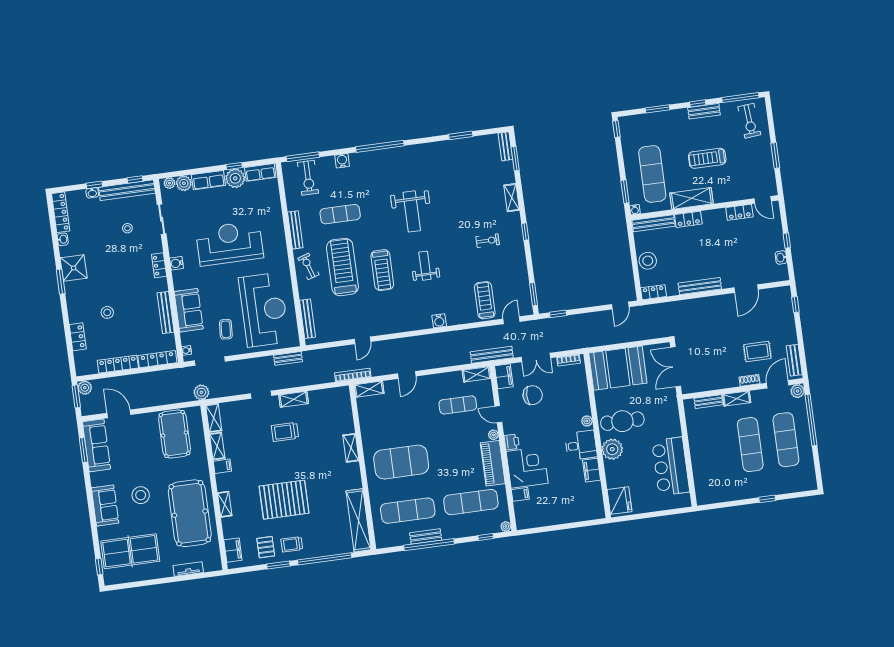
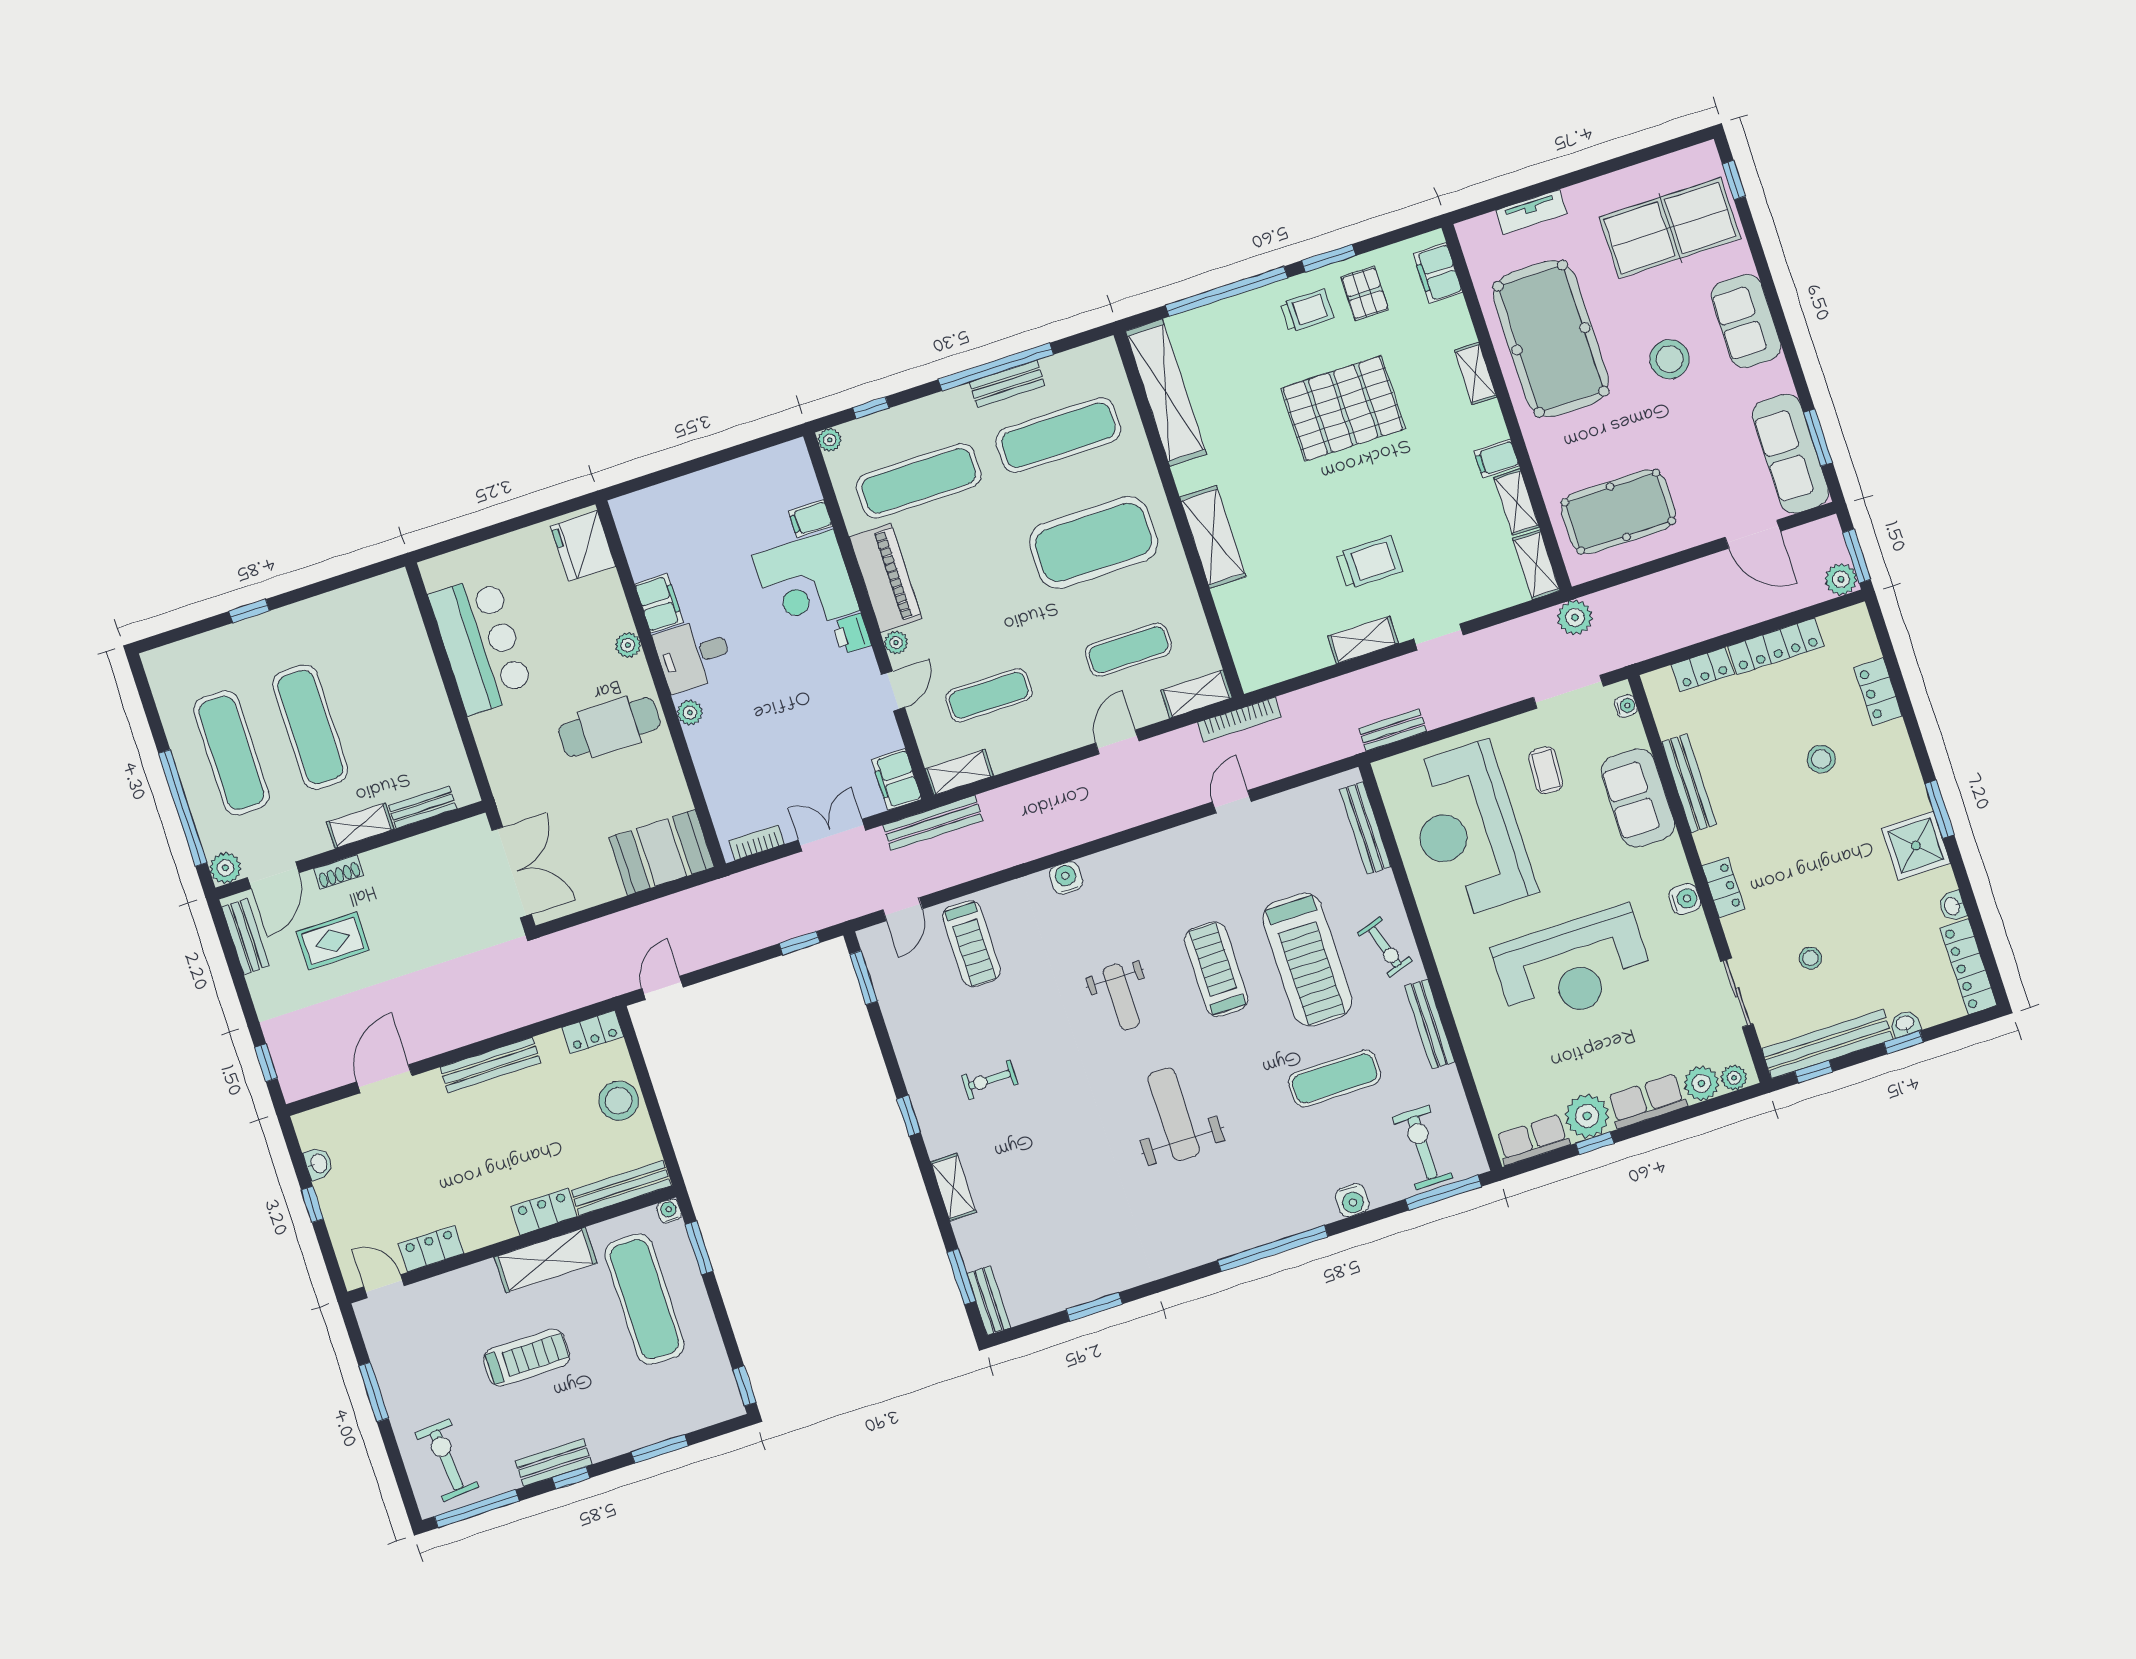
locker: (157, 359) -> (1703, 669), width x0.66
booth: (618, 368) -> (661, 852), width x0.73, depth x0.70
chair: (533, 395) -> (824, 749), removed
exercise mat: (395, 413) -> (1128, 650), added
door: (498, 414) -> (893, 691), hinge flipped
pool table: (175, 434) -> (1618, 512), turned 90
shelving: (351, 448) -> (1213, 537), width x1.50, depth x1.33
plant: (612, 449) -> (628, 645), width x0.53, depth x0.53

